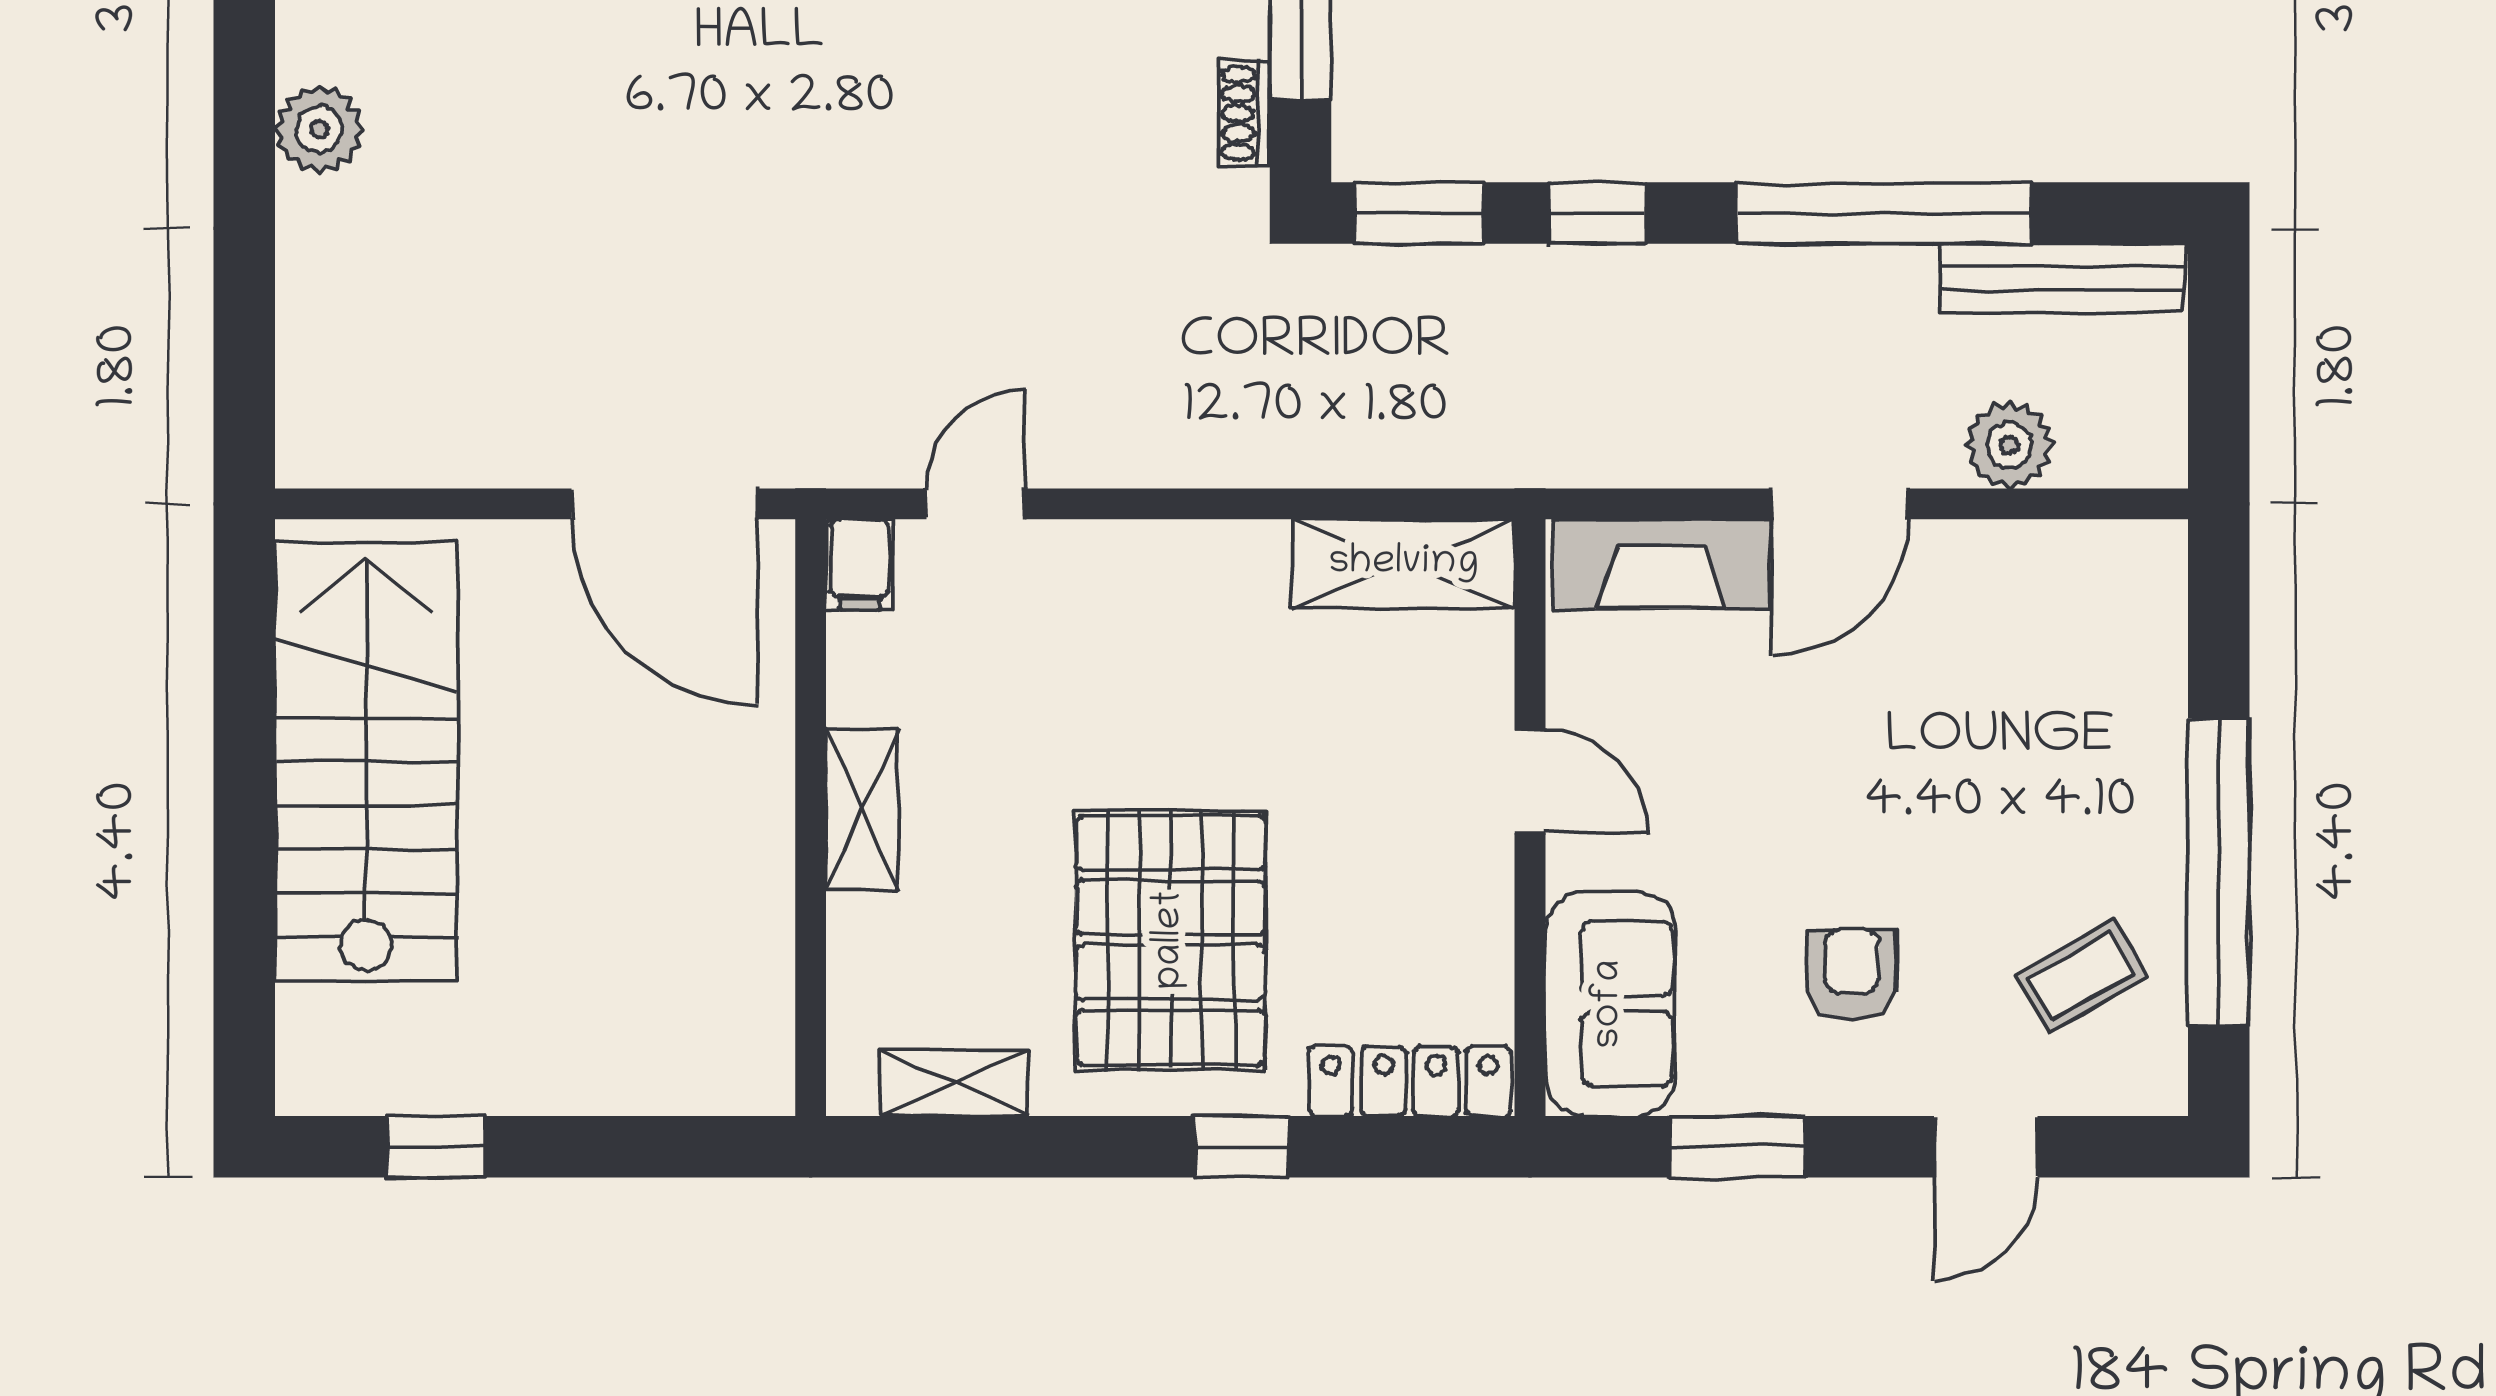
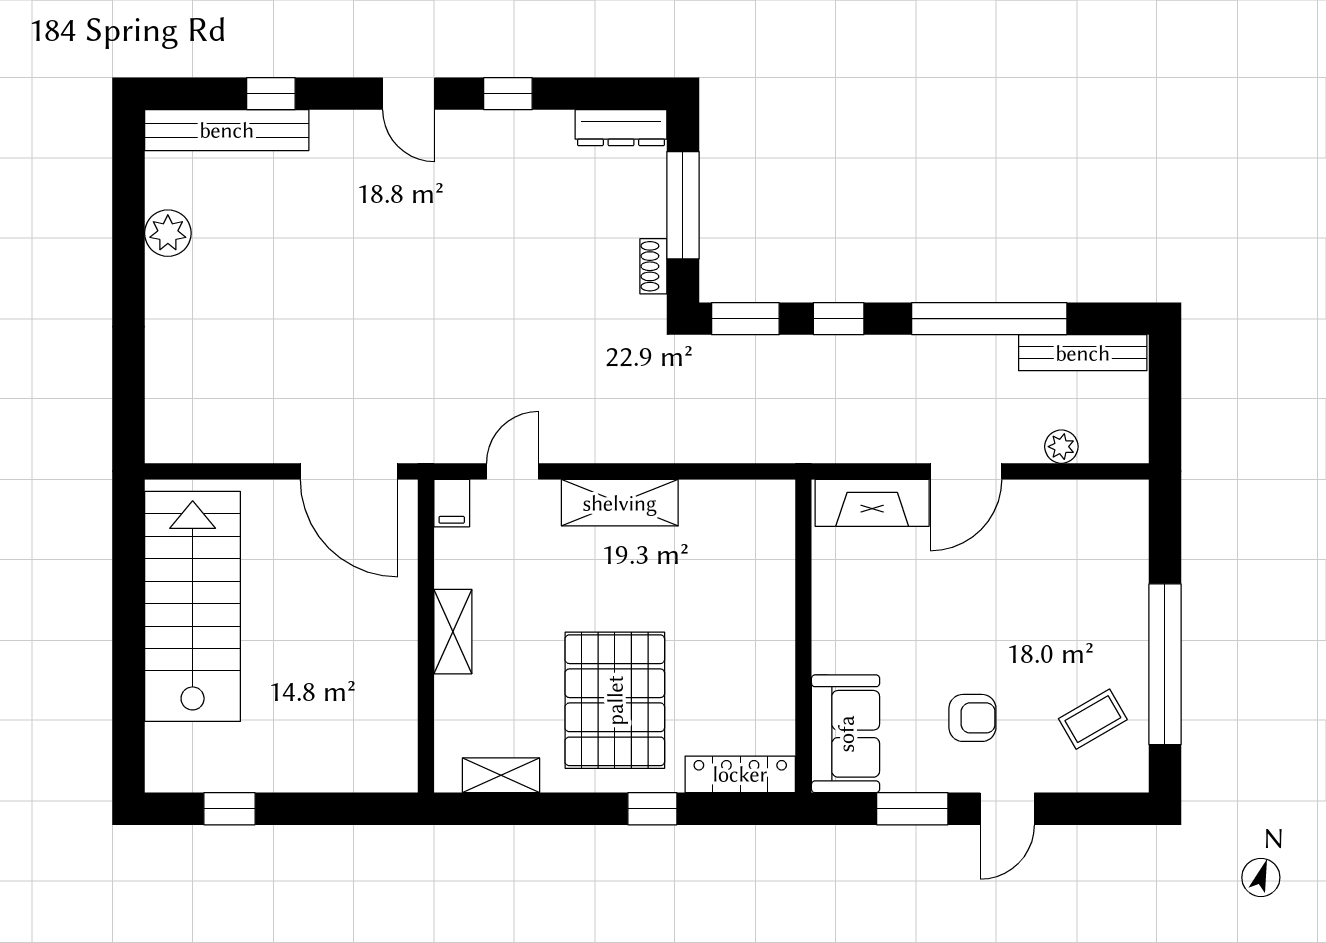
plant: (319, 129) -> (168, 233), moved
plant: (2009, 445) -> (1061, 447), width x0.73, depth x0.73
shelving: (1404, 564) -> (620, 503), moved
door: (1530, 782) -> (803, 617), removed
armchair: (1852, 974) -> (972, 718), turned 90
door: (1986, 1147) -> (1007, 809), moved

